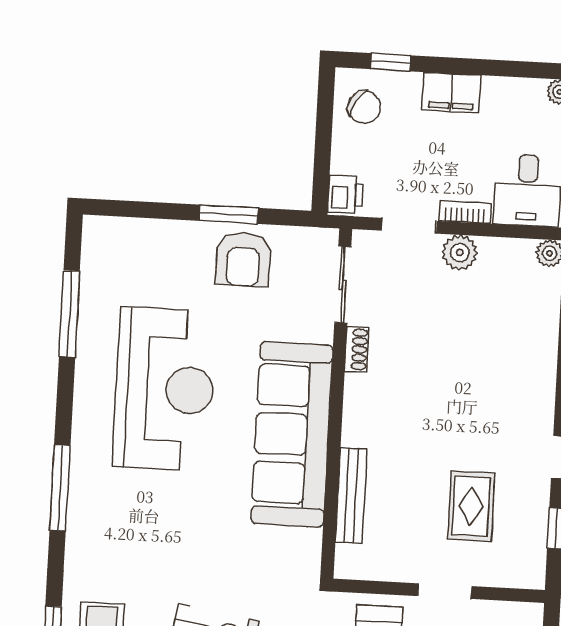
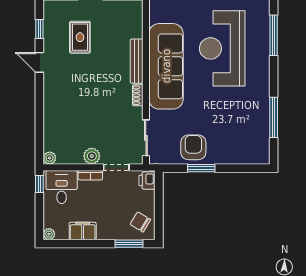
window: (391, 62) -> (129, 244), width x1.50
filing cabinet: (451, 93) -> (83, 231), moved
shoe rack: (357, 349) -> (138, 95), moved
reception desk: (164, 389) -> (222, 48), moved
bench: (351, 495) -> (137, 61), moved

